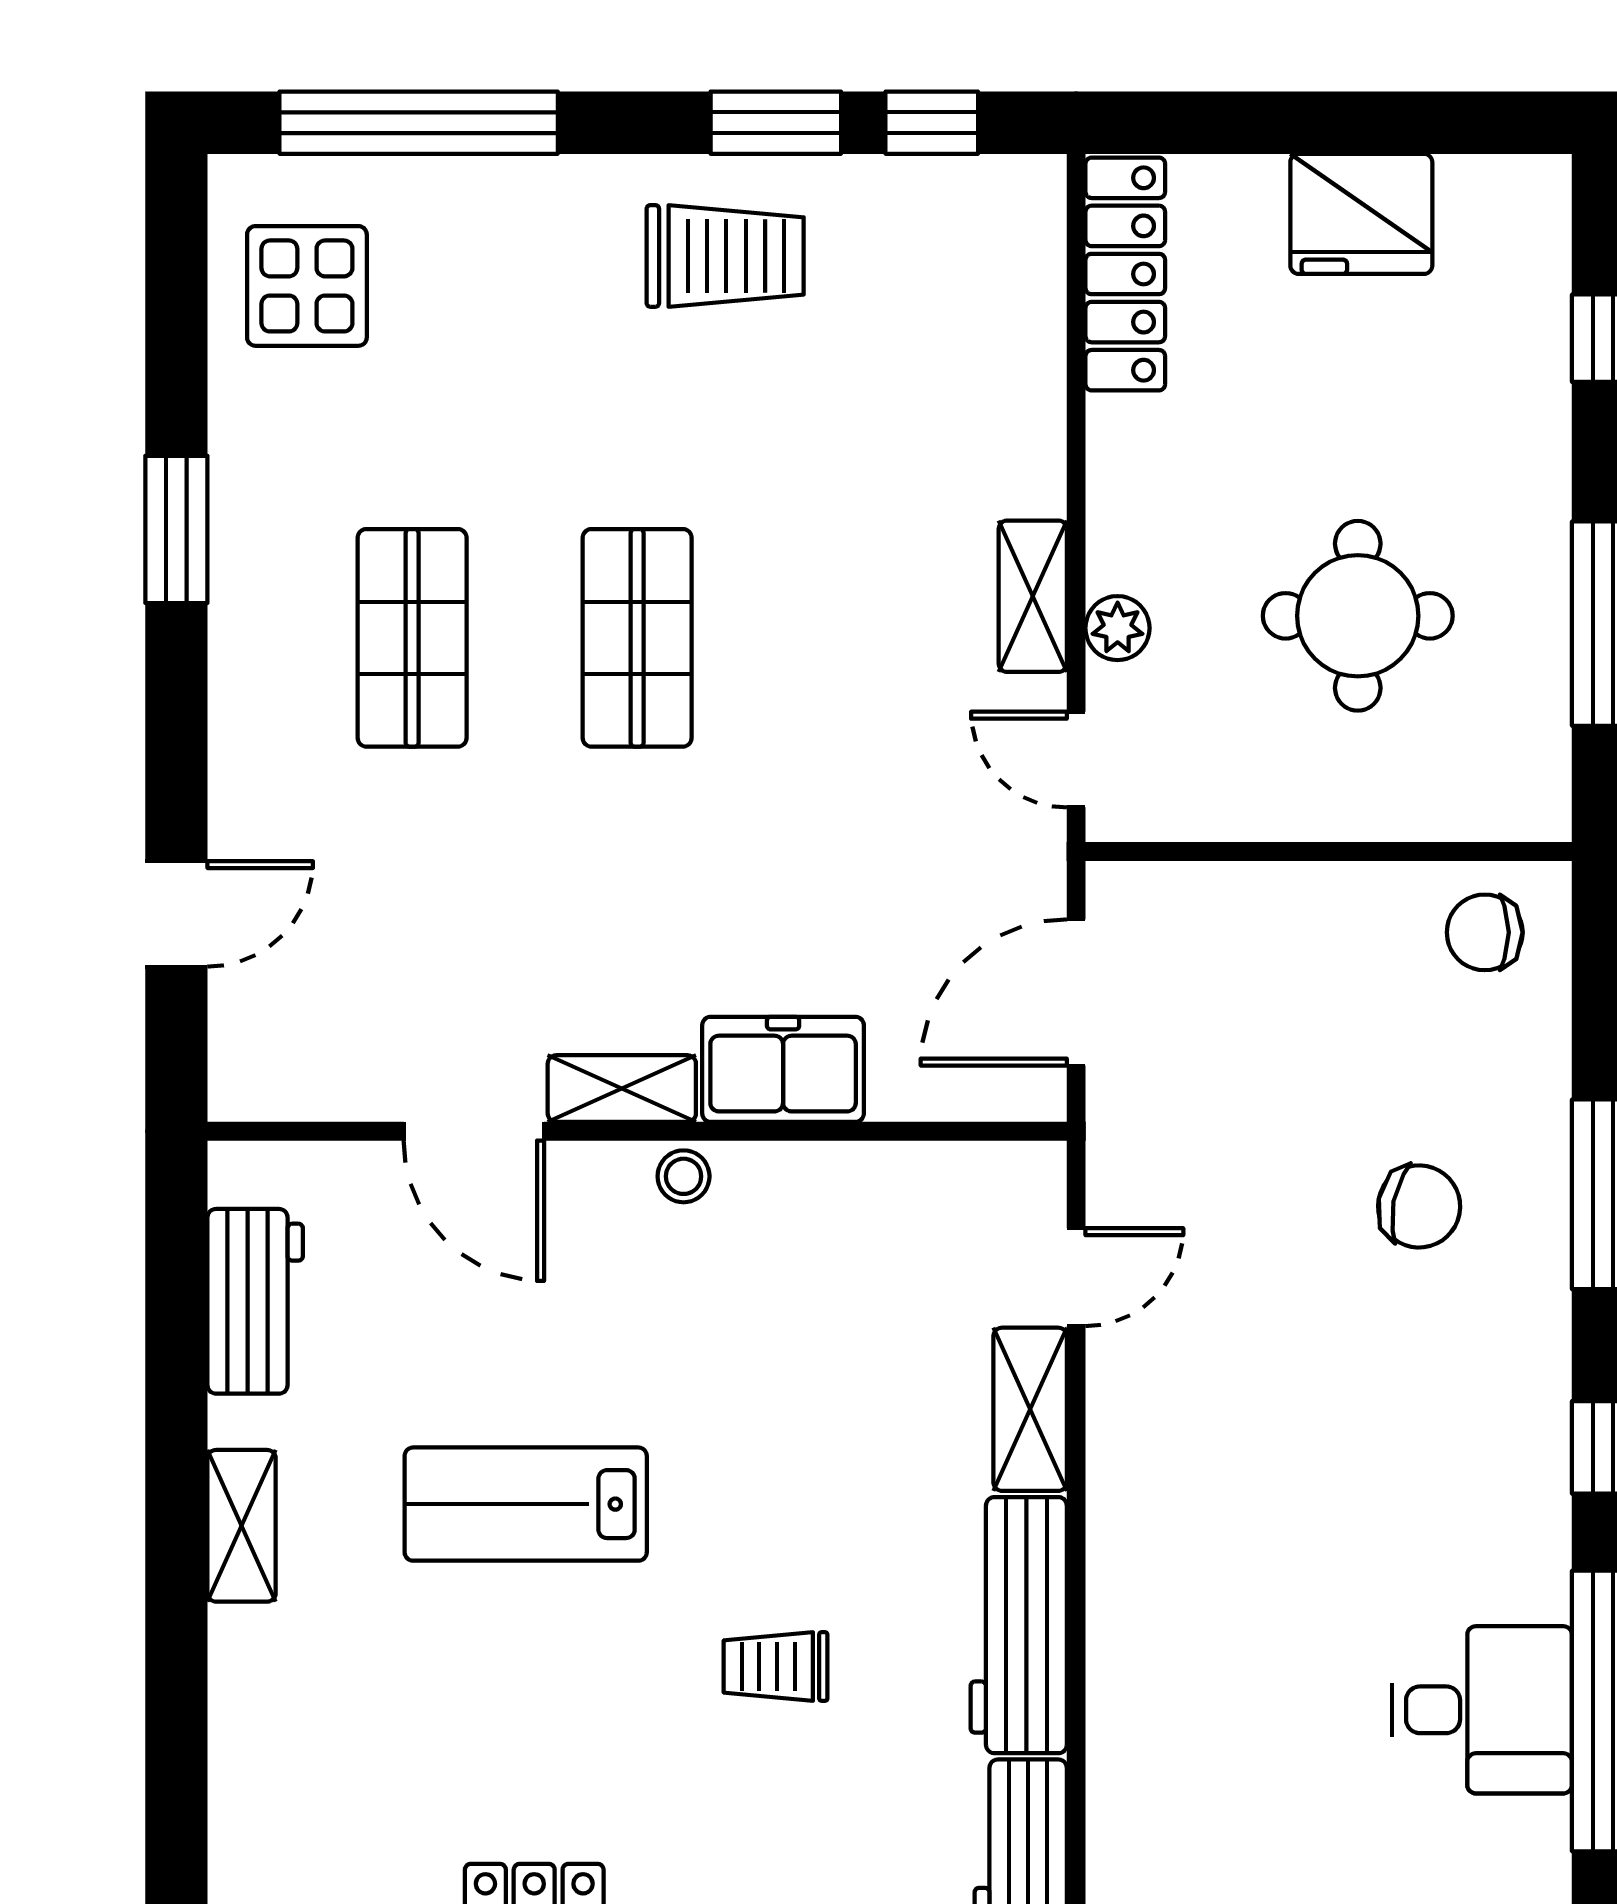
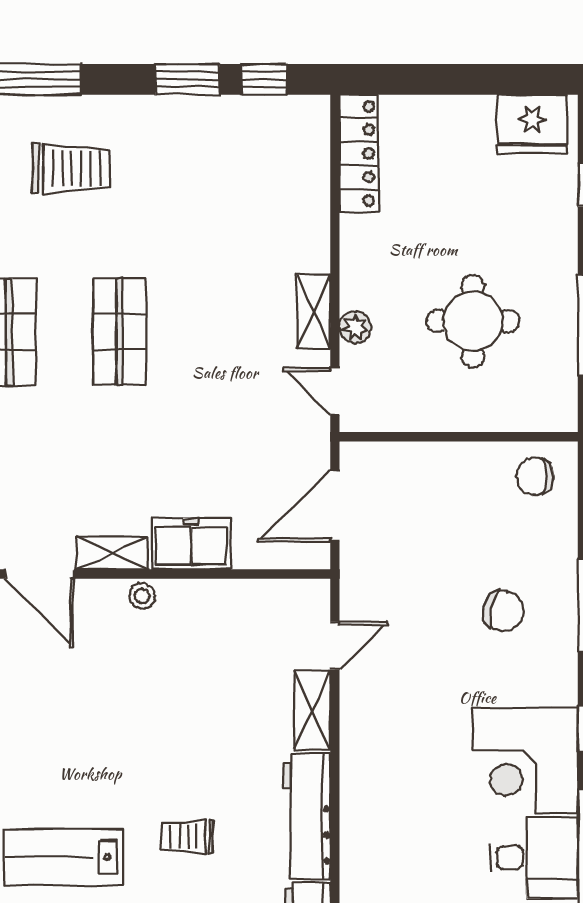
fridge: (1361, 214) -> (532, 124), moved
trolley: (725, 256) -> (71, 169), moved
lab bench: (526, 1504) -> (63, 857), moved
corner desk: (1464, 1512) -> (525, 761), added

